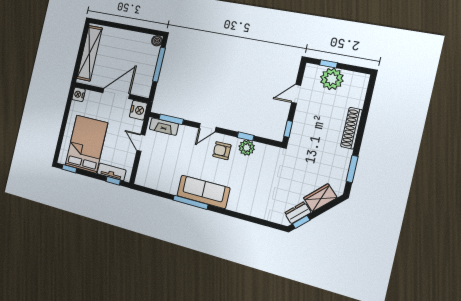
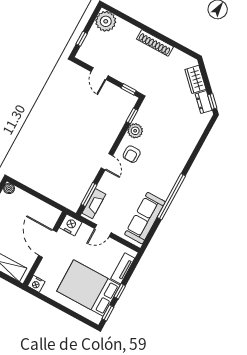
window: (159, 65) -> (33, 192), removed
plant: (332, 79) -> (106, 21), moved
shoe rack: (351, 128) -> (155, 43), moved
window: (246, 136) -> (132, 116), moved
window: (352, 169) -> (178, 46), removed
window: (113, 181) -> (120, 291), moved
sofa: (203, 192) -> (145, 218), moved
window: (191, 202) -> (171, 197), width x1.46

